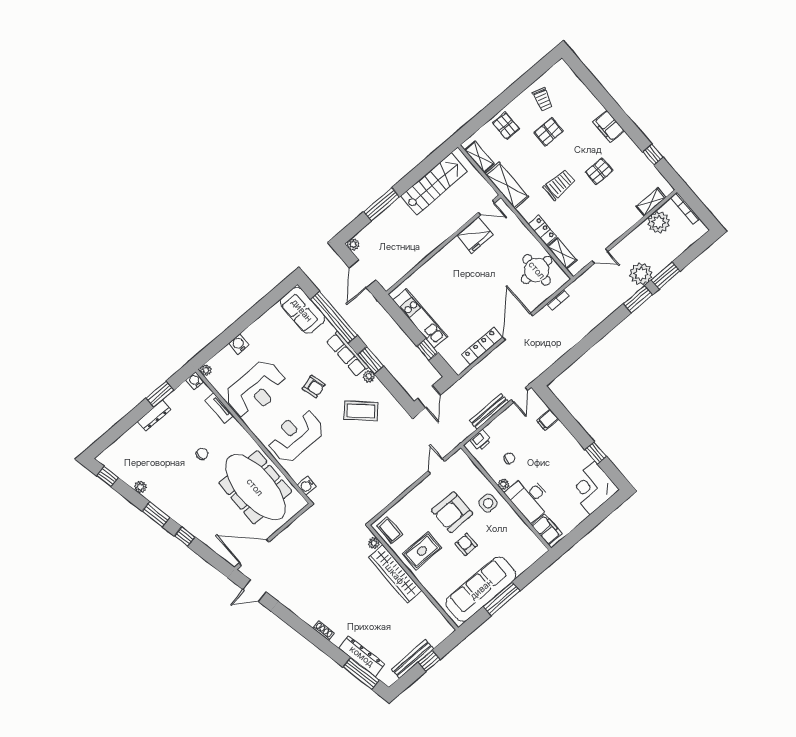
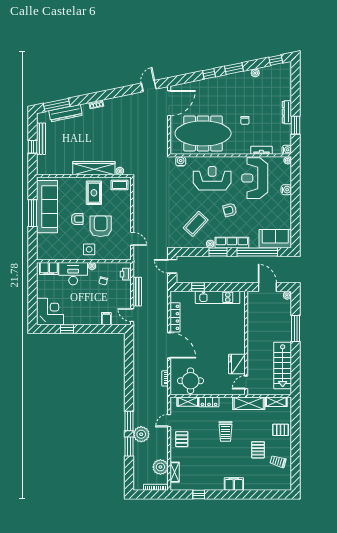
pallet: (599, 171) -> (182, 439), moved
reception desk: (296, 436) -> (212, 178), turned -90

